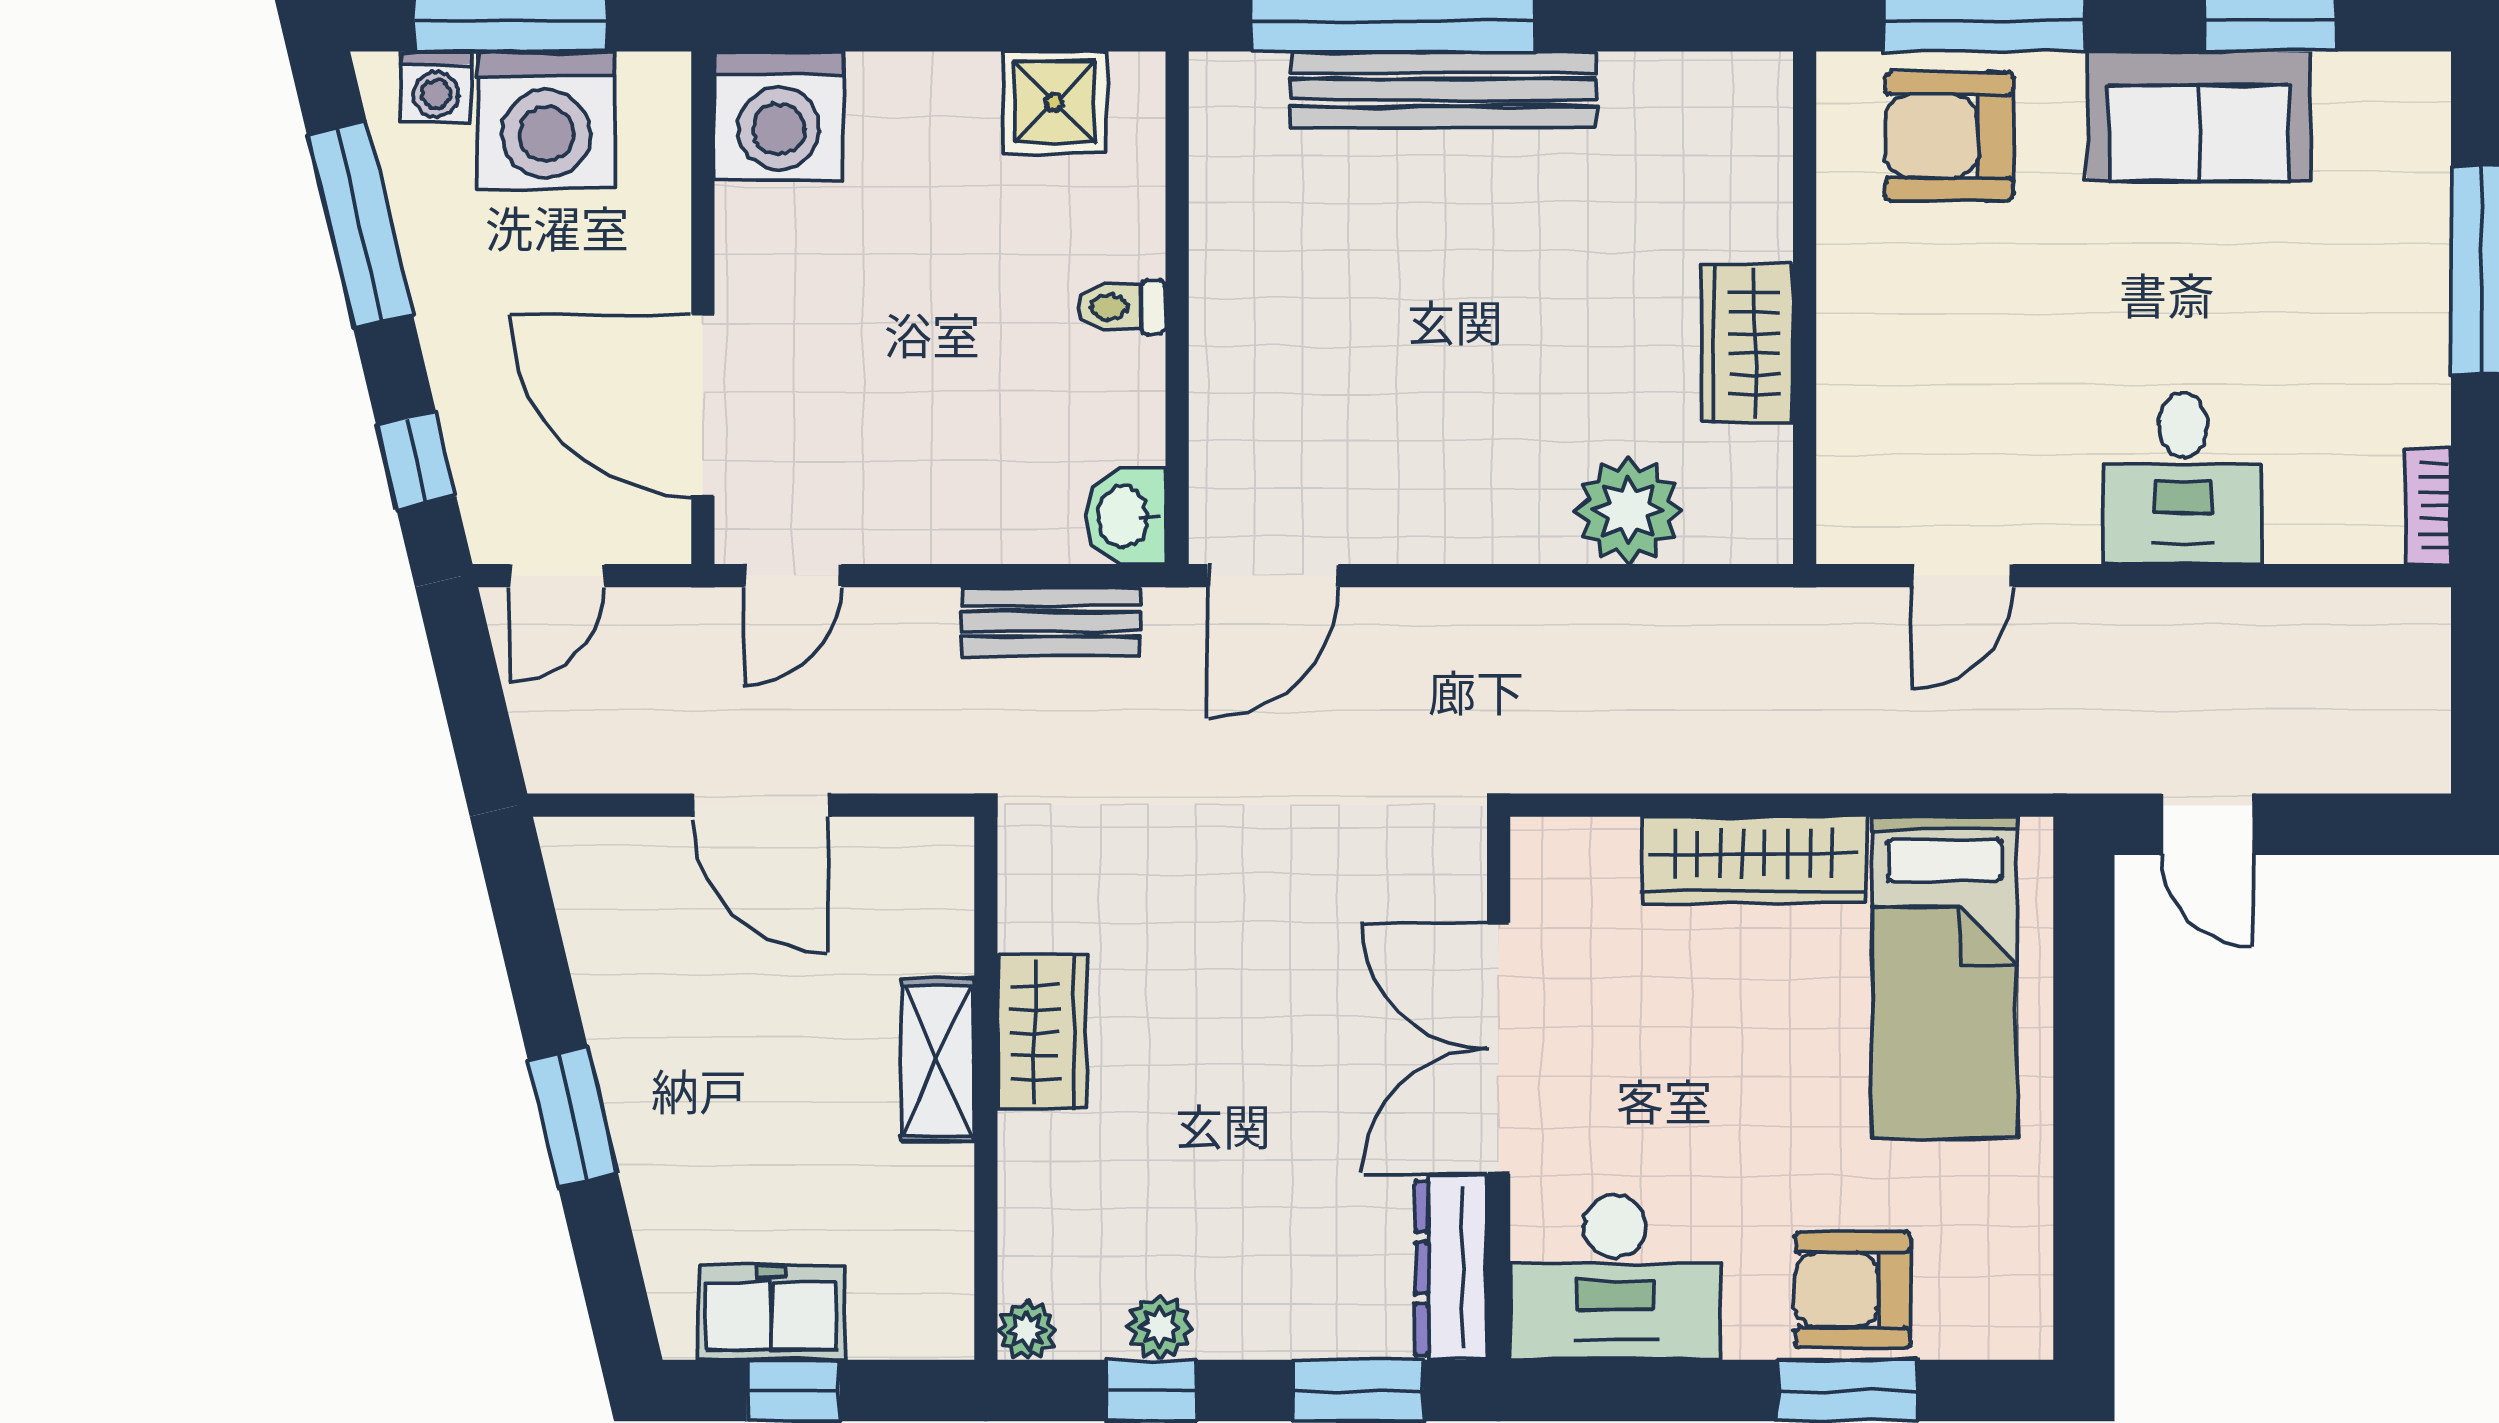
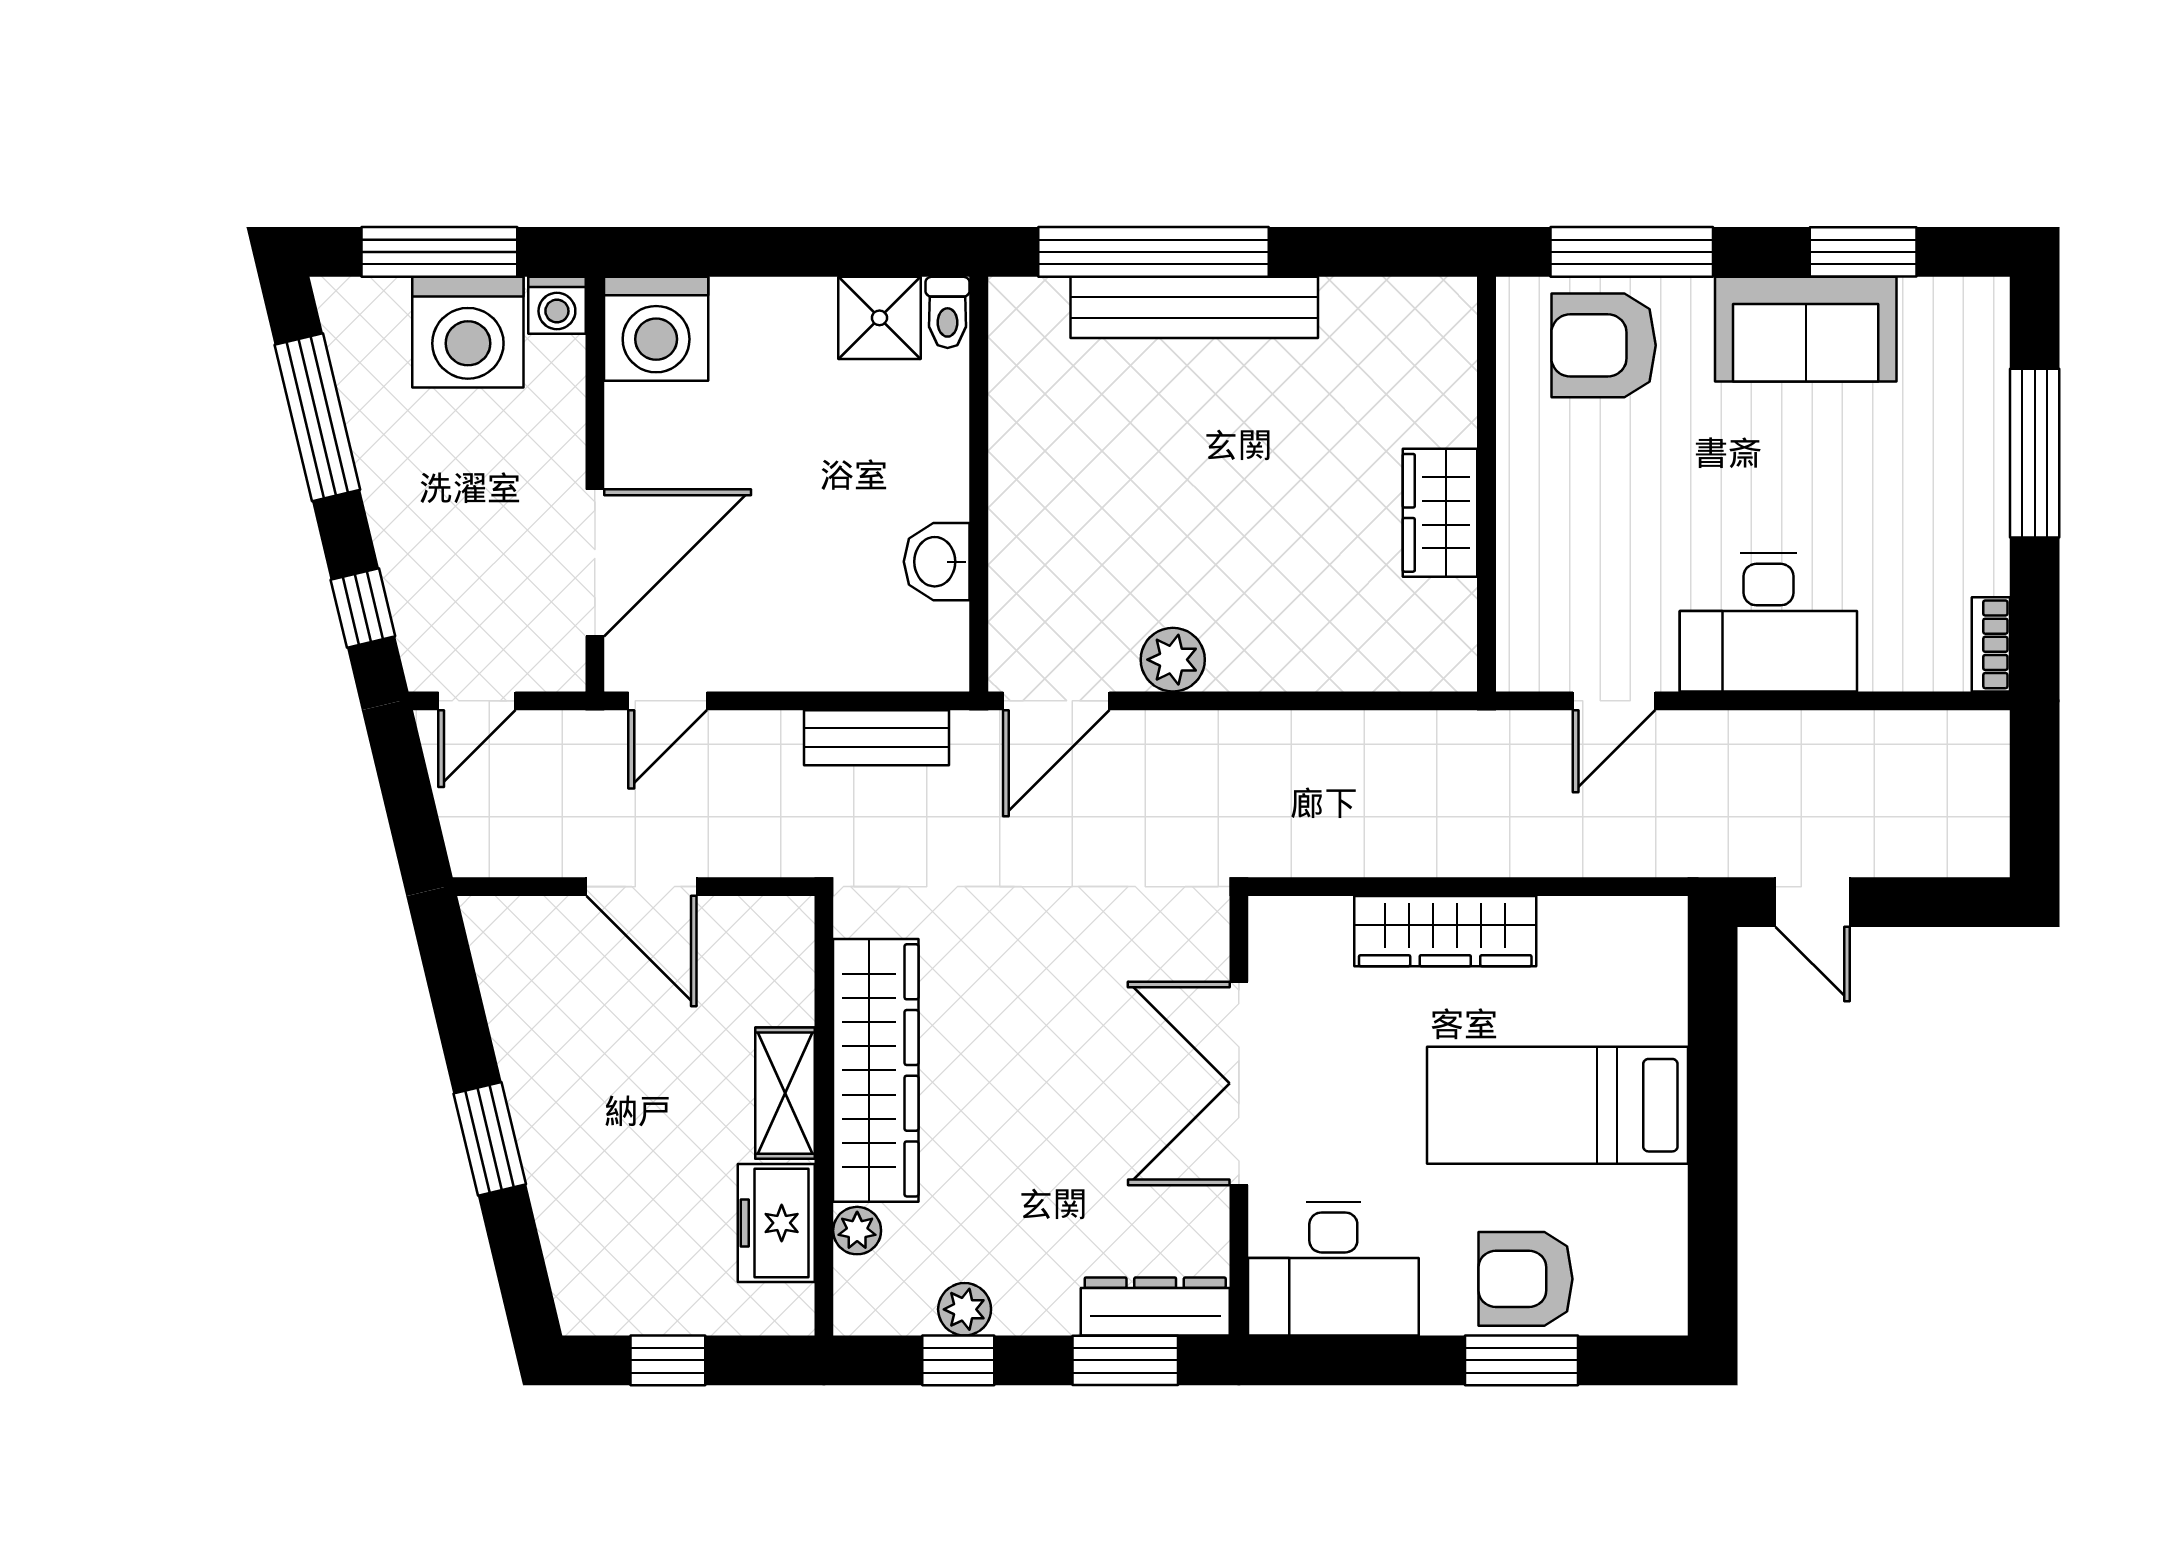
washing machine: (436, 87) -> (557, 305), moved
toilet: (1122, 307) -> (948, 312), moved, turned -90
door: (703, 405) -> (595, 563), swing flipped
desk: (2183, 478) -> (1768, 622), width x1.37
plant: (1628, 510) -> (1173, 660), moved, width x0.73, depth x0.73
washbasin: (1125, 516) -> (937, 562), moved
bed: (1945, 978) -> (1557, 1105), moved, turned 90
wardrobe: (1042, 1032) -> (876, 1070), width x2.10, depth x1.17
dresser: (1451, 1268) -> (1155, 1307), moved, turned 90
freezer: (771, 1312) -> (776, 1223), moved, turned -90
plant: (1027, 1330) -> (857, 1231), moved

